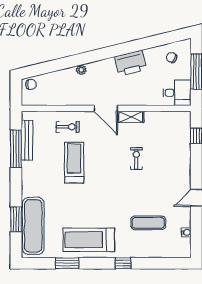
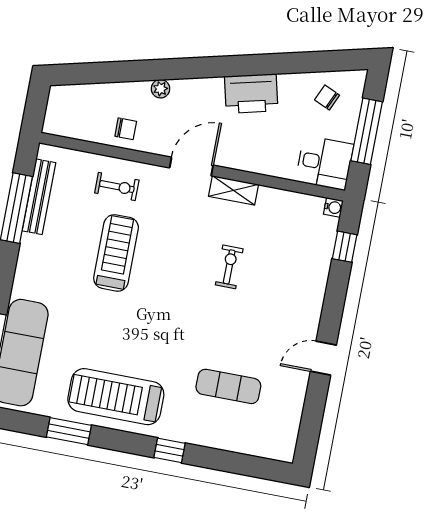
chair: (31, 85) -> (126, 129), moved
door: (106, 108) -> (191, 167), swing flipped
water cooler: (186, 232) -> (333, 207), moved

